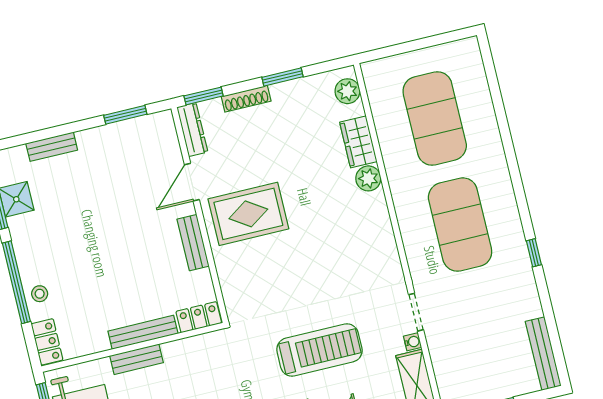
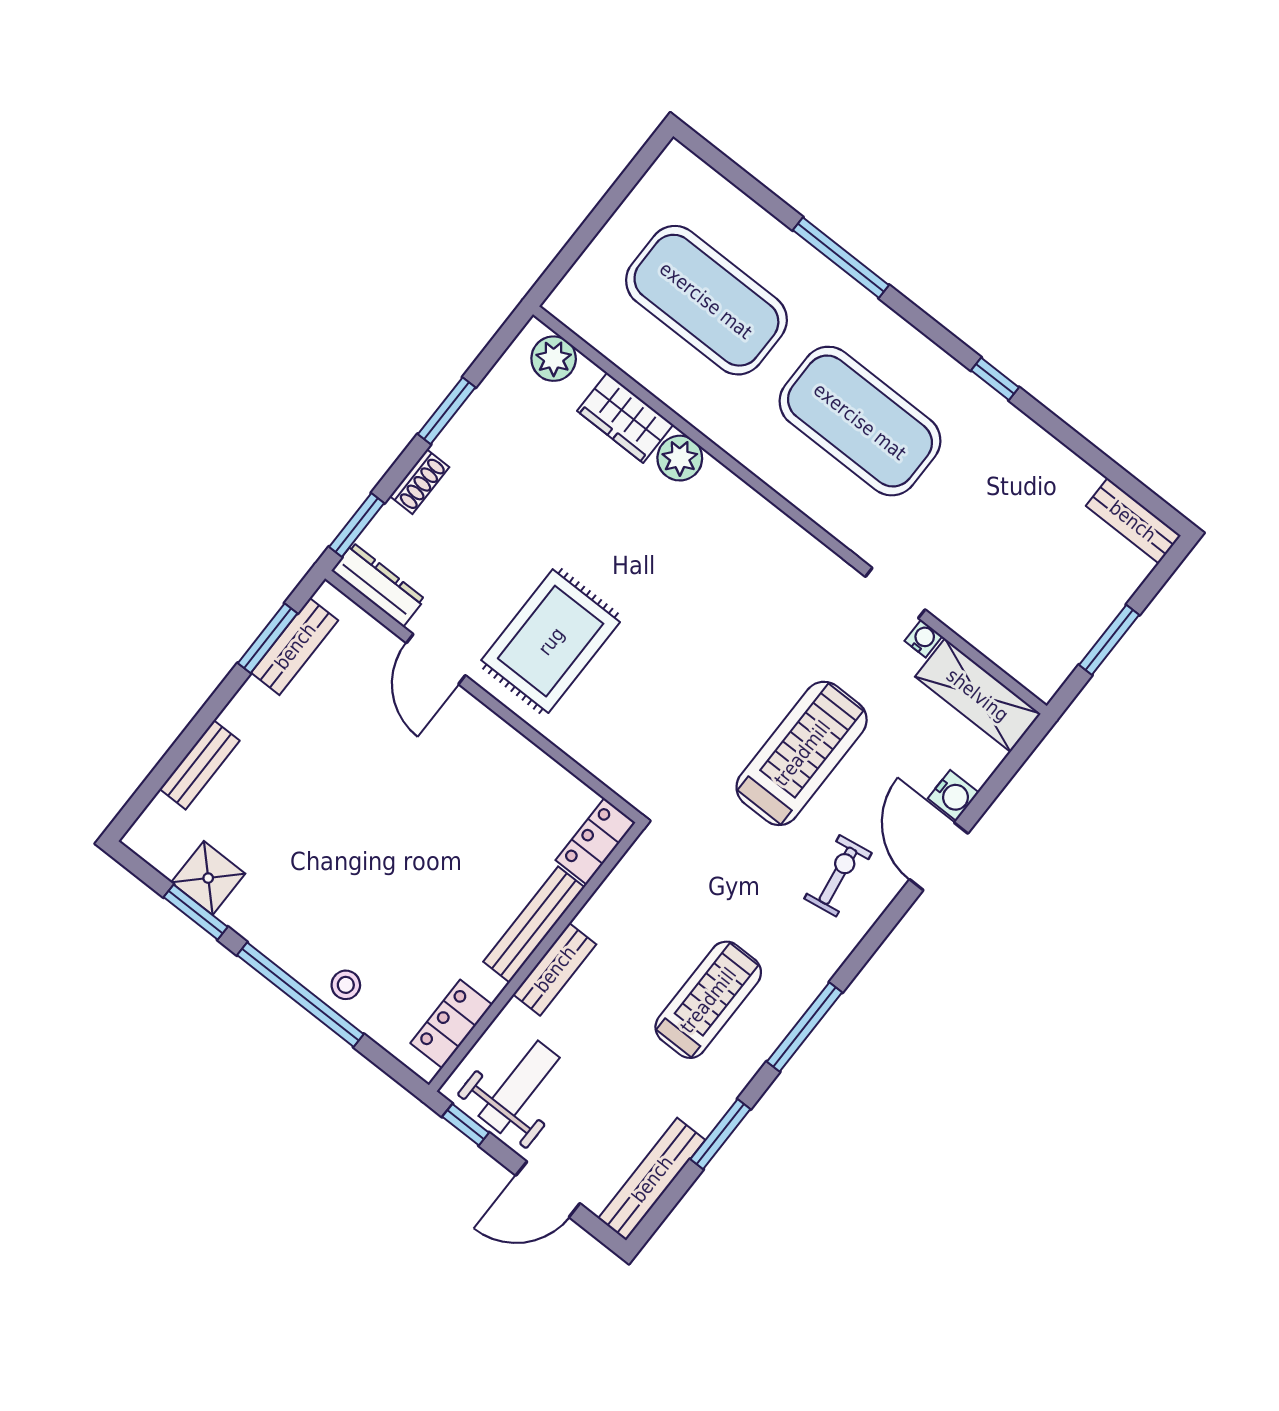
shoe rack: (246, 99) -> (420, 482), width x0.70
window: (508, 146) -> (841, 258), added
bench: (193, 243) -> (295, 646), moved, turned 90
locker: (47, 342) -> (451, 1024), moved, turned -90
bench: (543, 354) -> (1133, 521), width x0.73

